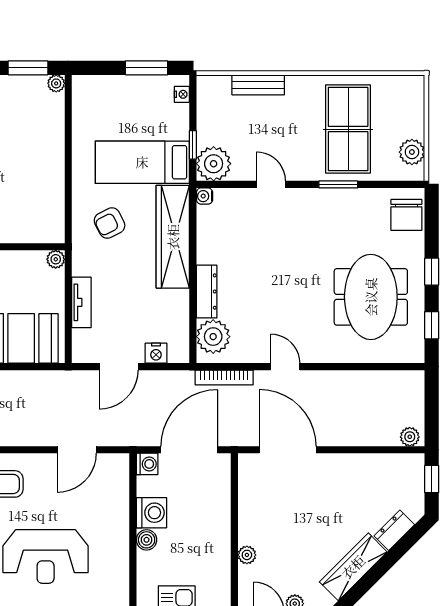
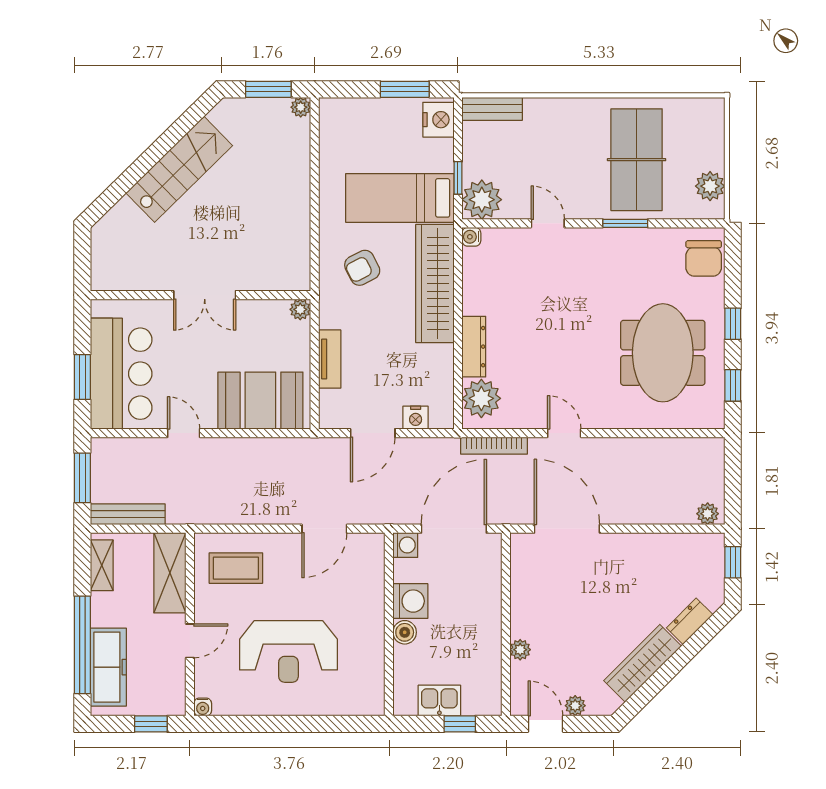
bench: (258, 85) -> (492, 109), moved
nightstand: (182, 94) -> (438, 120), width x1.89, depth x1.79

